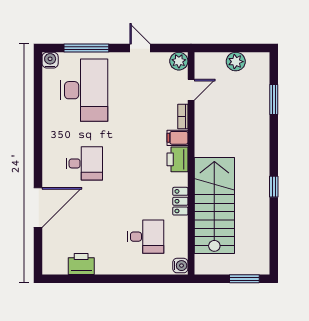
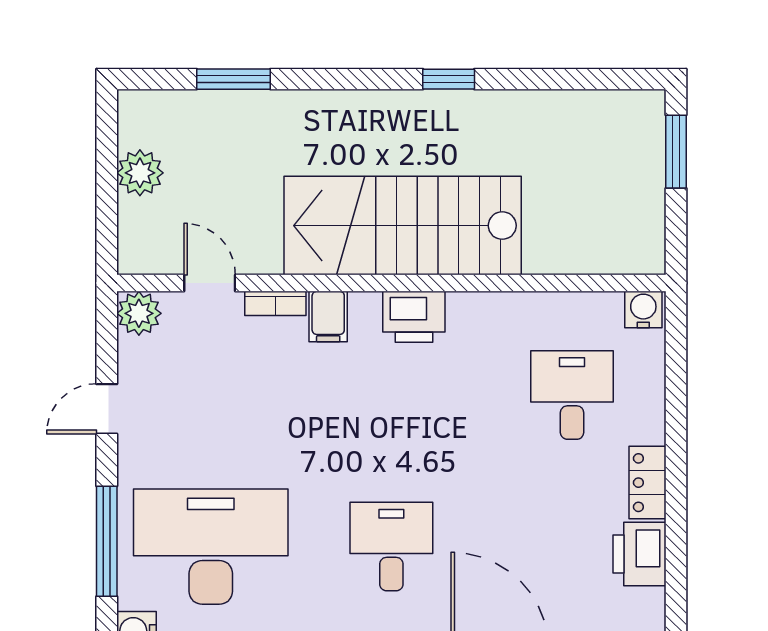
printer: (177, 159) -> (414, 317), moved
locker: (180, 201) -> (648, 483), moved, turned 90
stairs: (214, 206) -> (403, 226), moved

